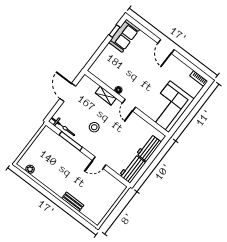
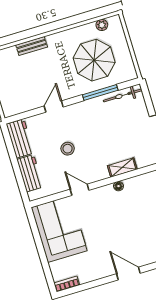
door: (129, 105) -> (80, 190), moved
stool: (94, 127) -> (68, 149), moved
parasol: (54, 159) -> (94, 60), added

